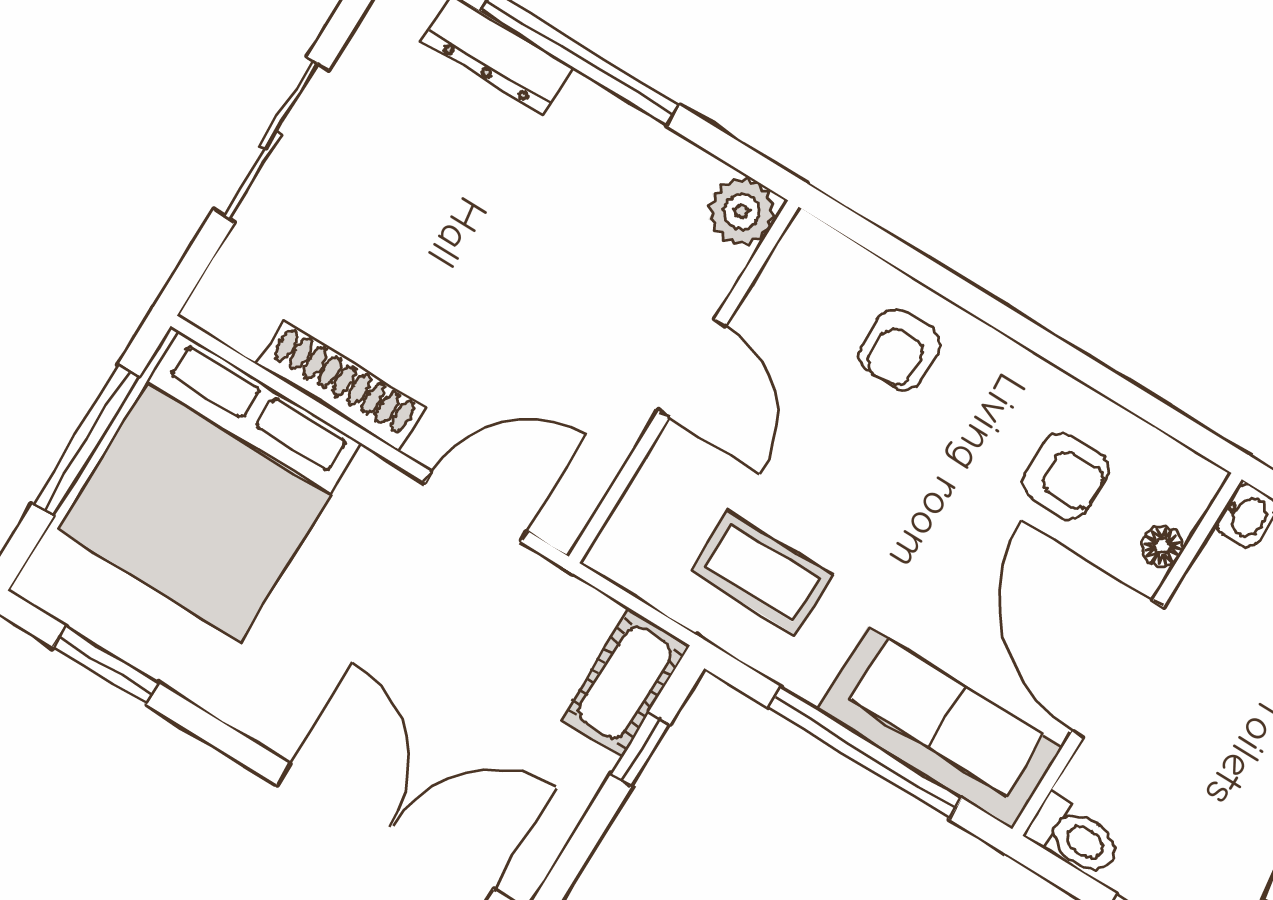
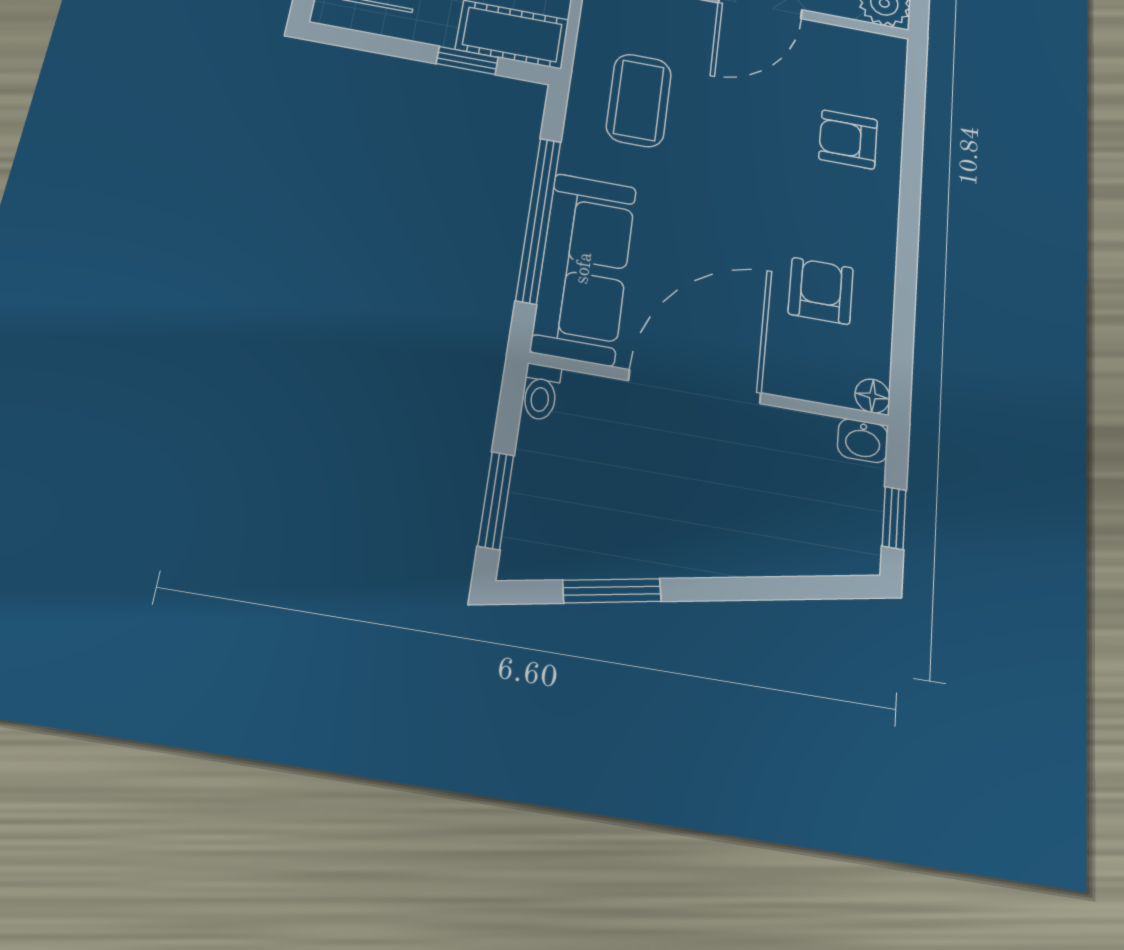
armchair: (1066, 476) -> (821, 291), turned 180
floor lamp: (1162, 546) -> (872, 396), moved
toilet: (1074, 836) -> (541, 392), width x0.73, depth x0.72

